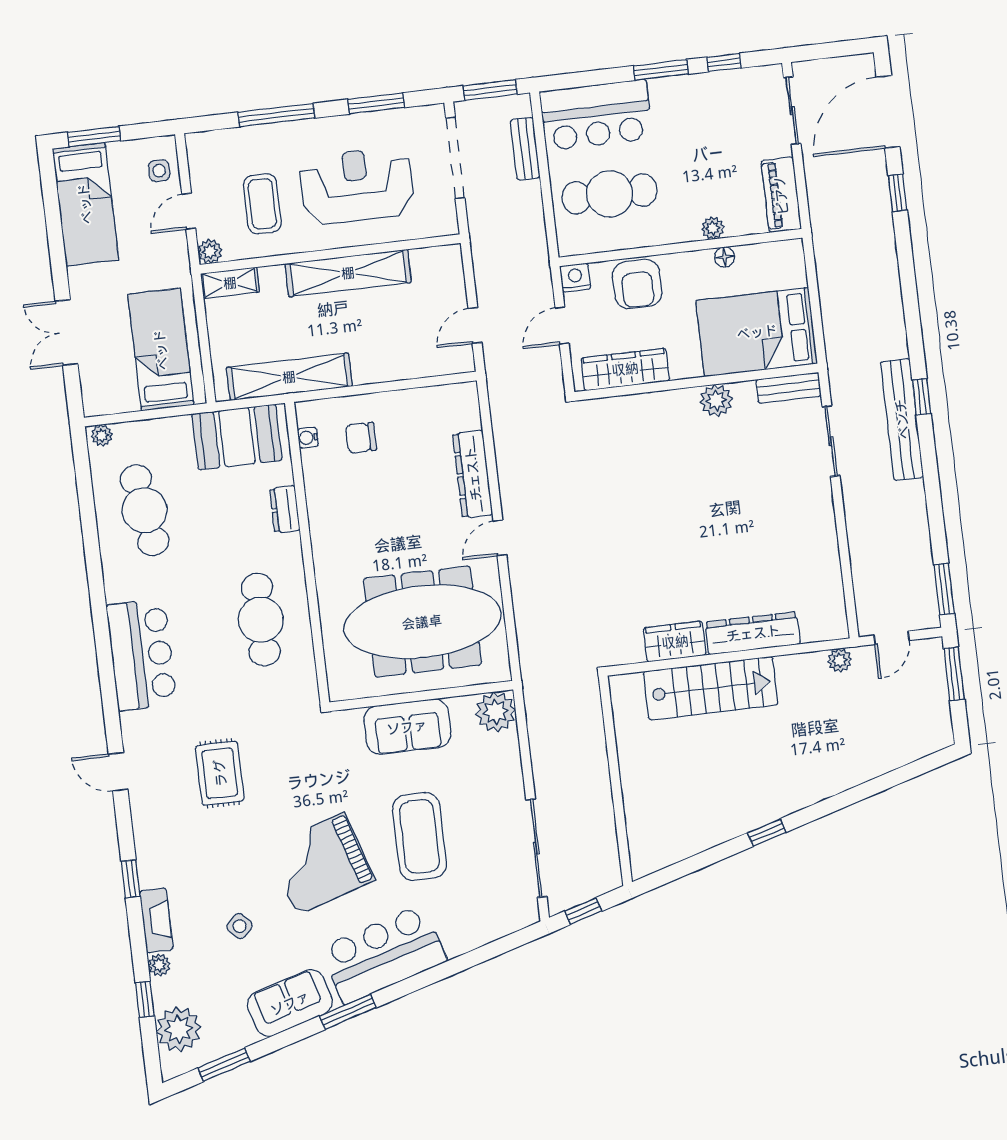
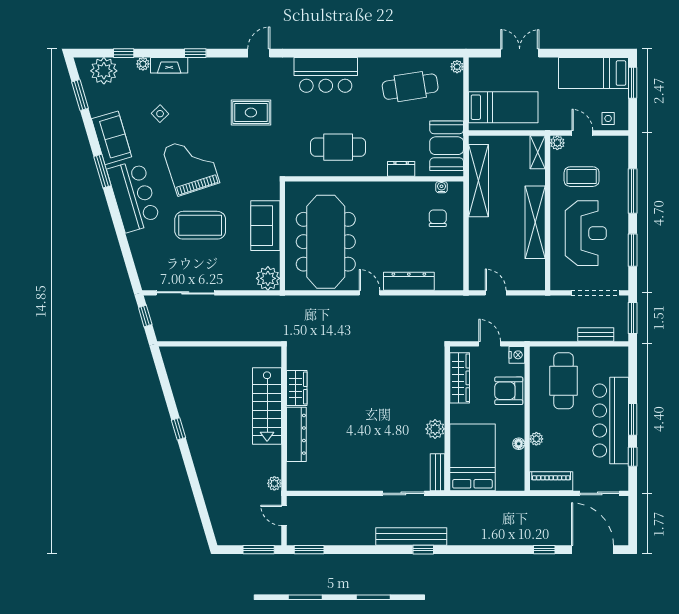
bar counter: (596, 115) -> (611, 421), moved, width x1.36

